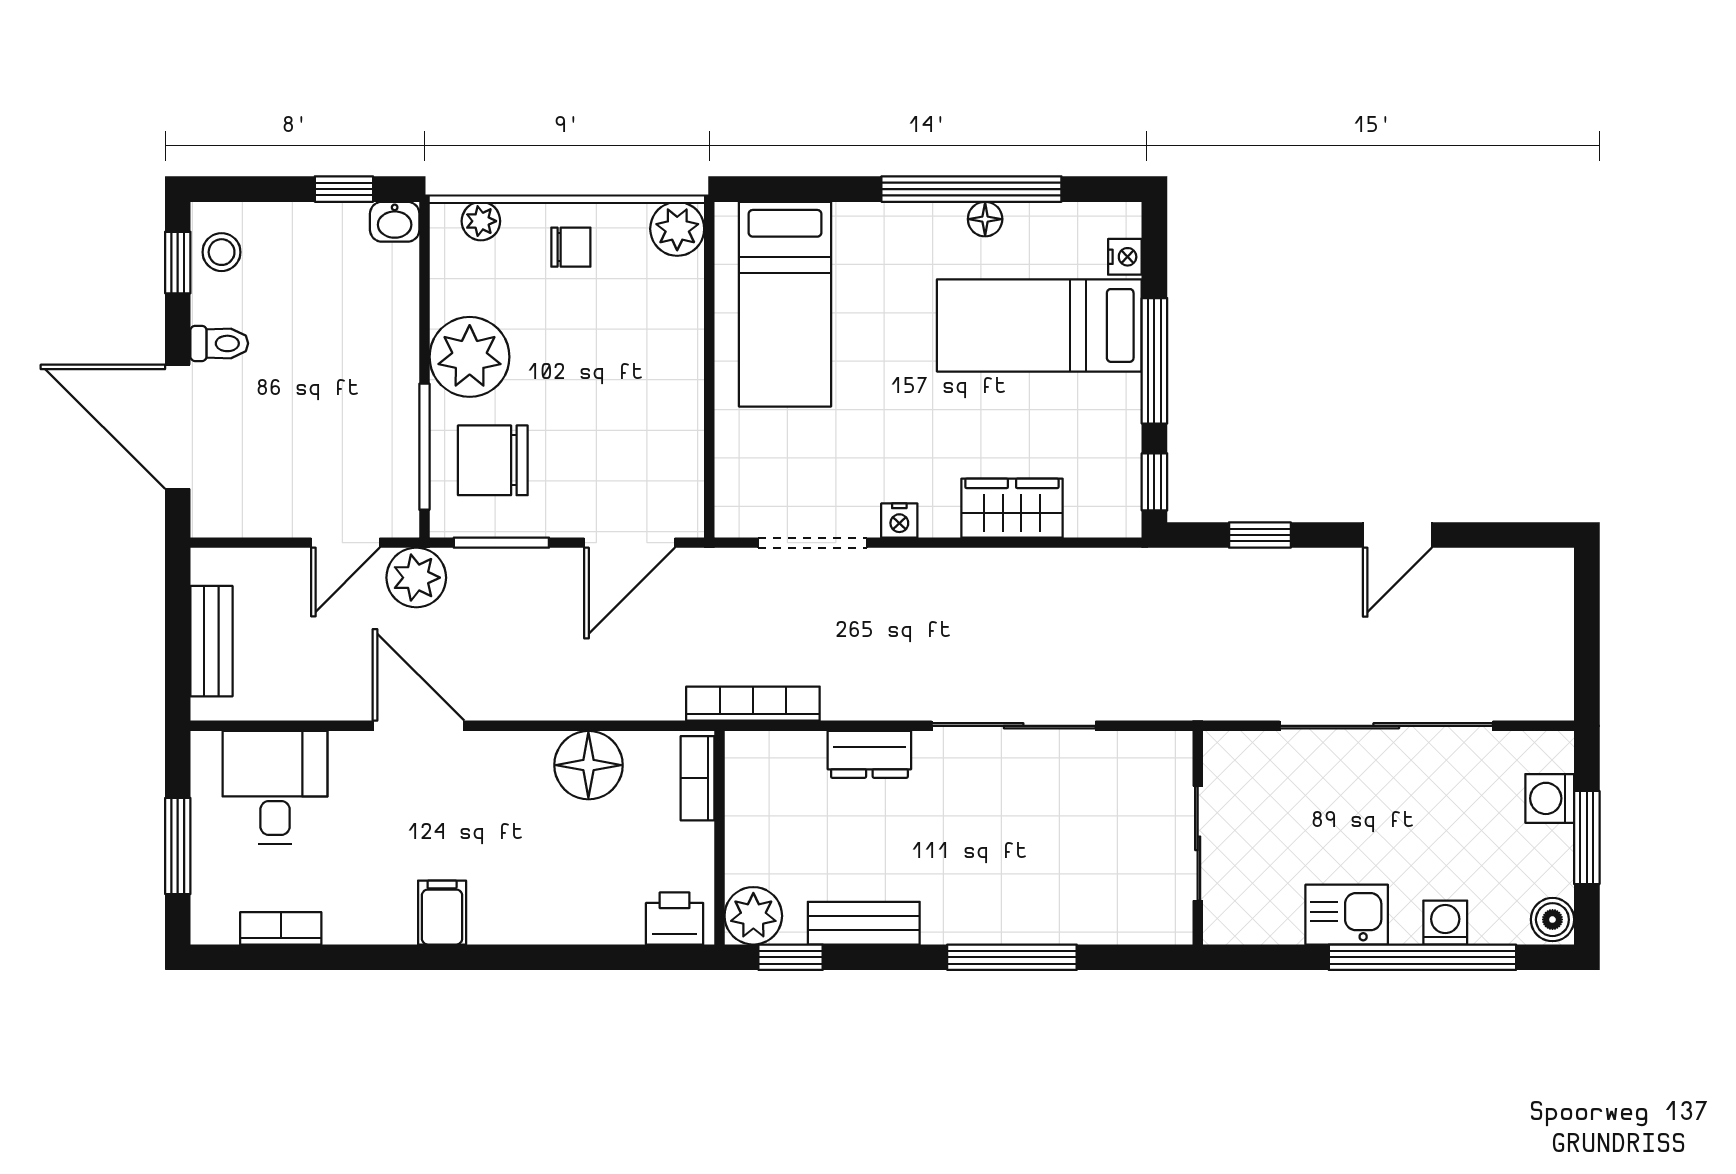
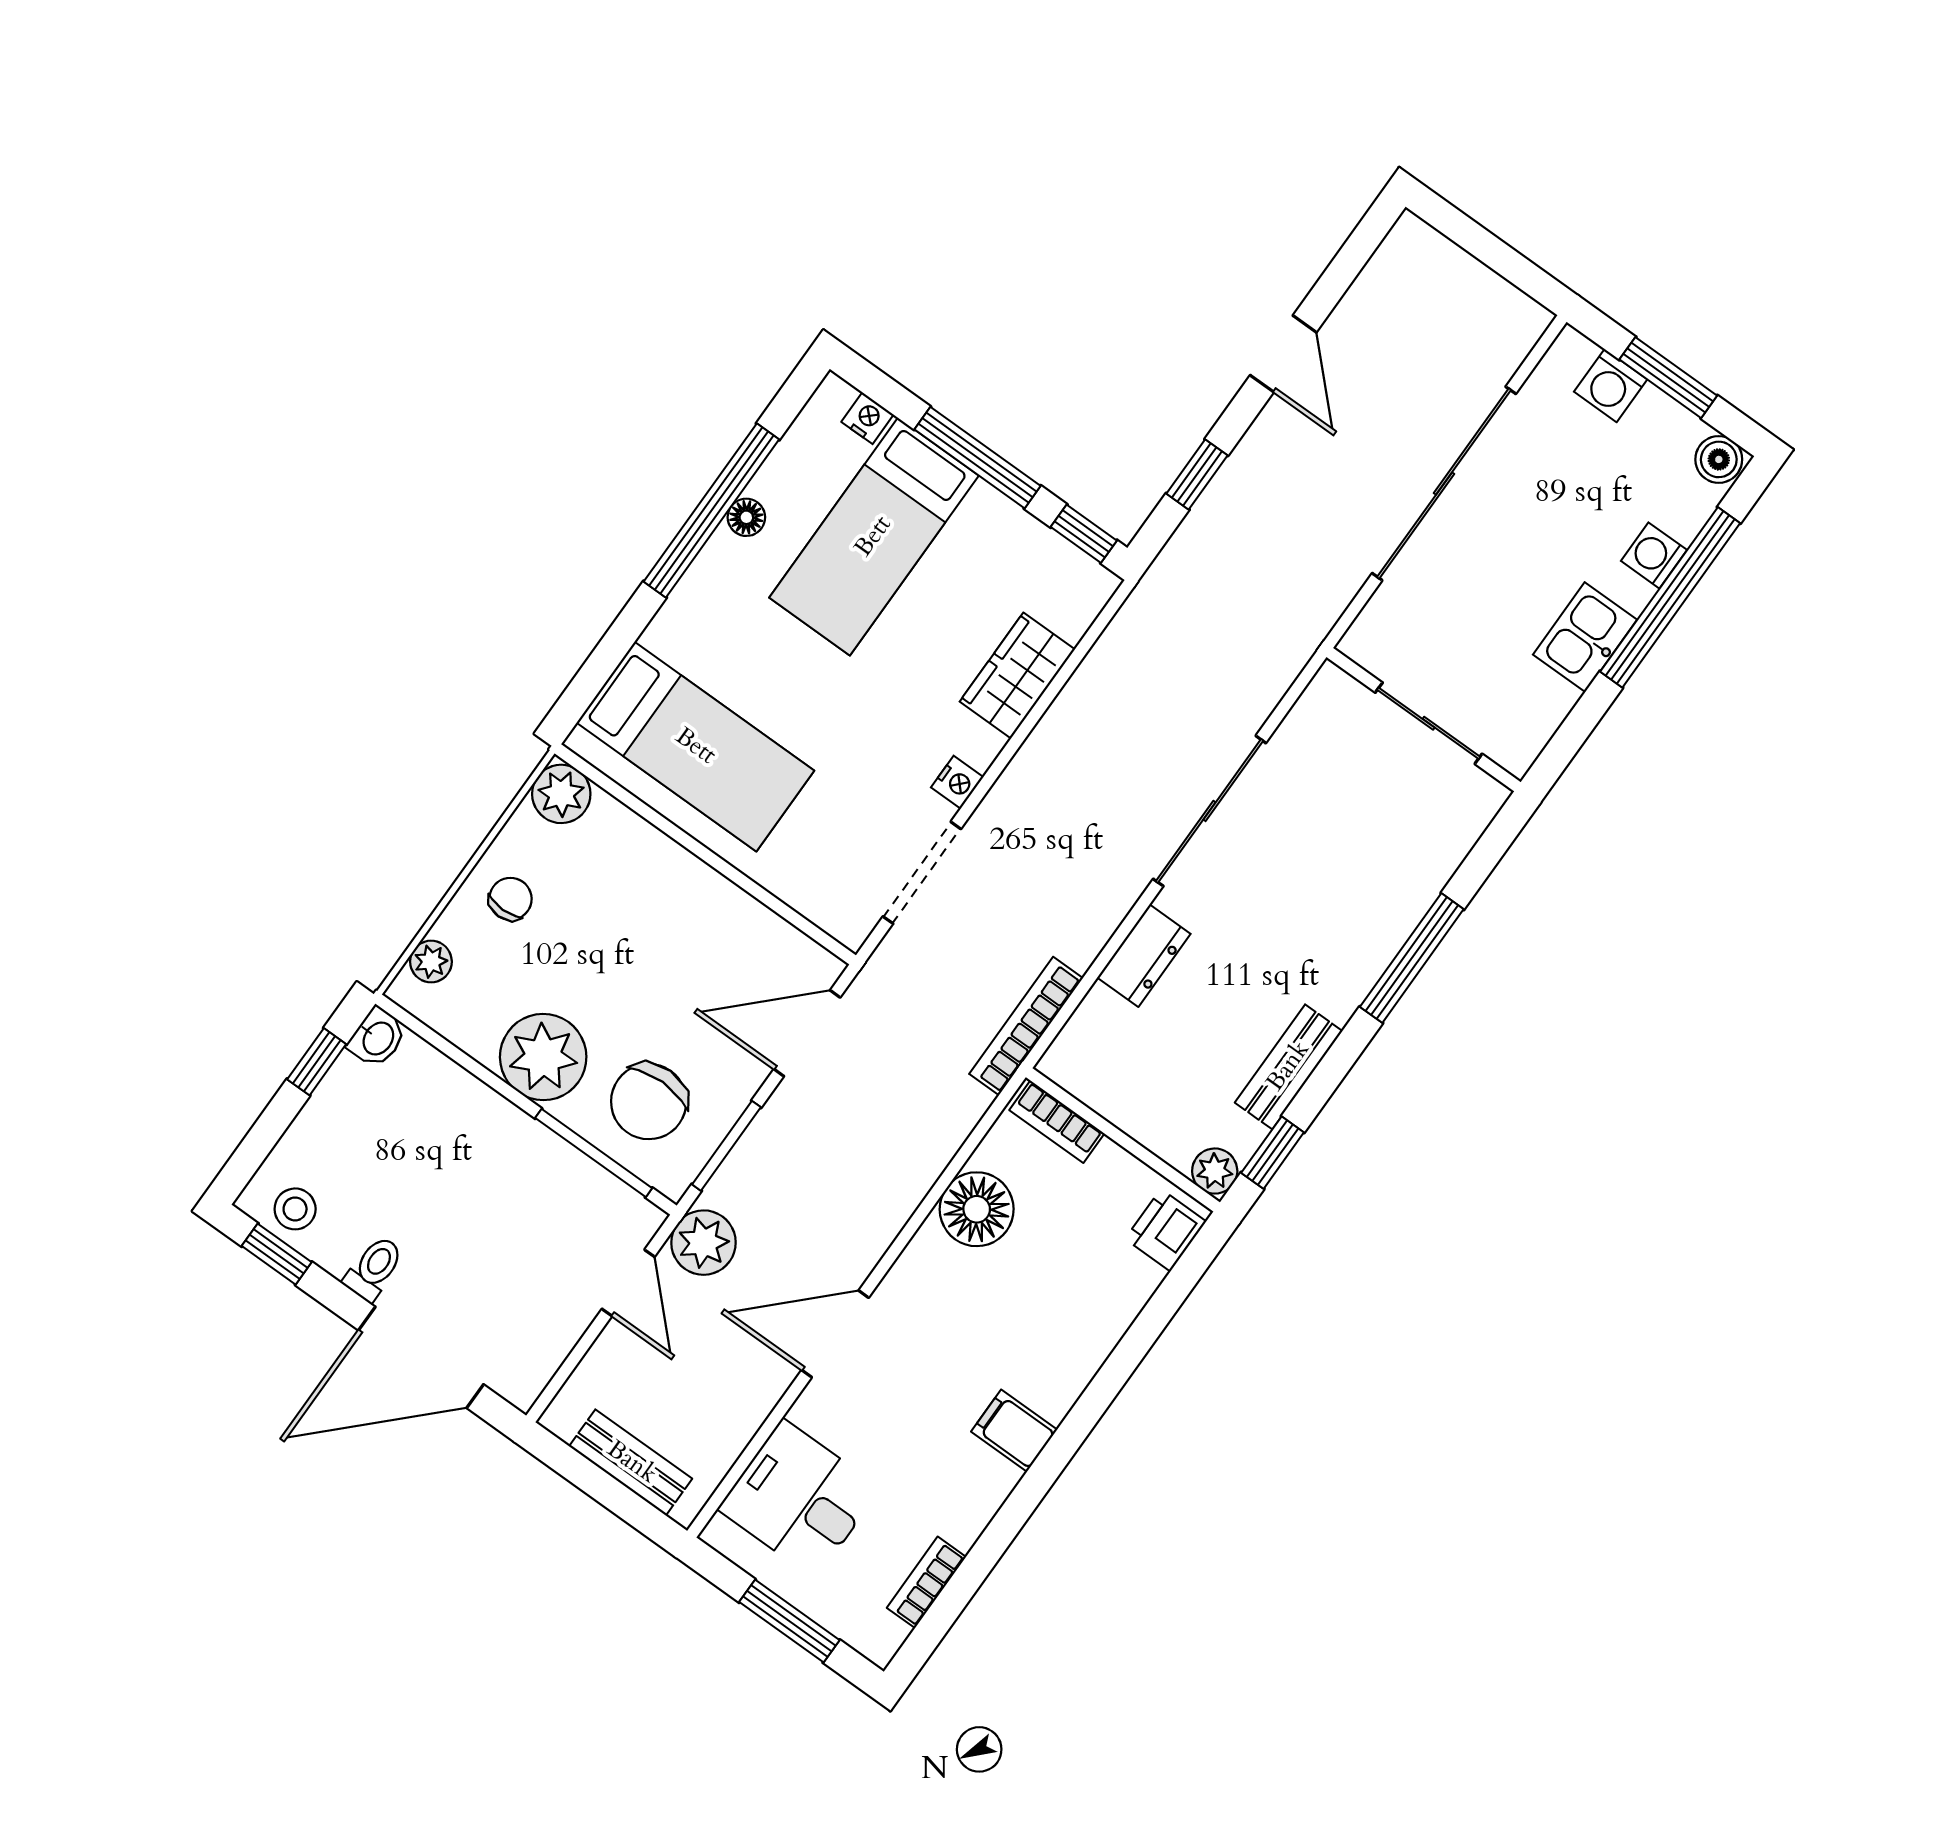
door: (630, 543) -> (807, 1033), swing flipped
plant: (753, 916) -> (1215, 1171), width x0.73, depth x0.73

